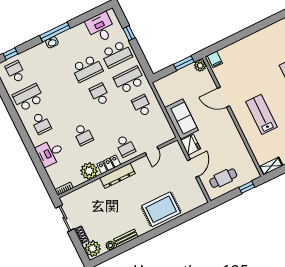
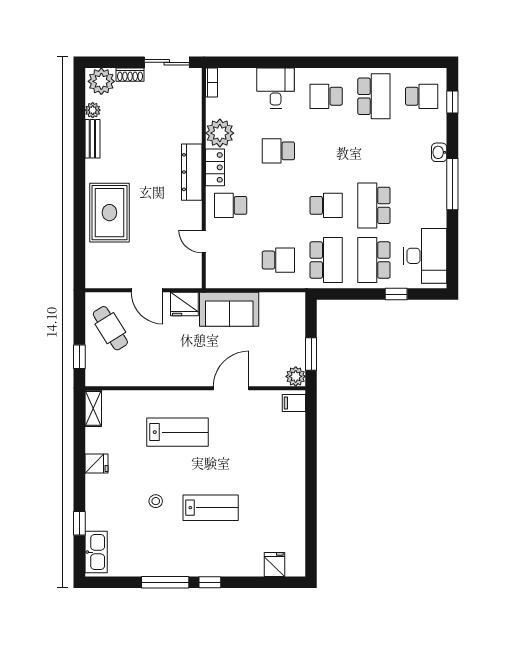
desk: (101, 28) -> (425, 256), width x1.37
washbasin: (52, 42) -> (439, 152), moved
cafe table: (223, 178) -> (110, 328), turned -32

